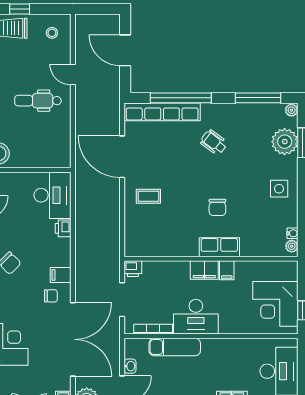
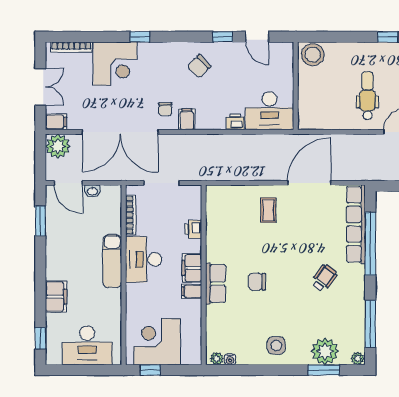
printer: (133, 269) -> (193, 229), moved
exam couch: (175, 347) -> (112, 261), moved

